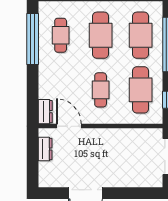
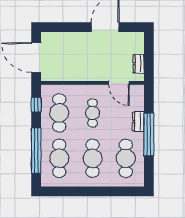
cafe table: (61, 35) -> (126, 158), width x1.37, depth x1.35
window: (33, 39) -> (149, 135), moved
dresser: (45, 112) -> (138, 122), moved

